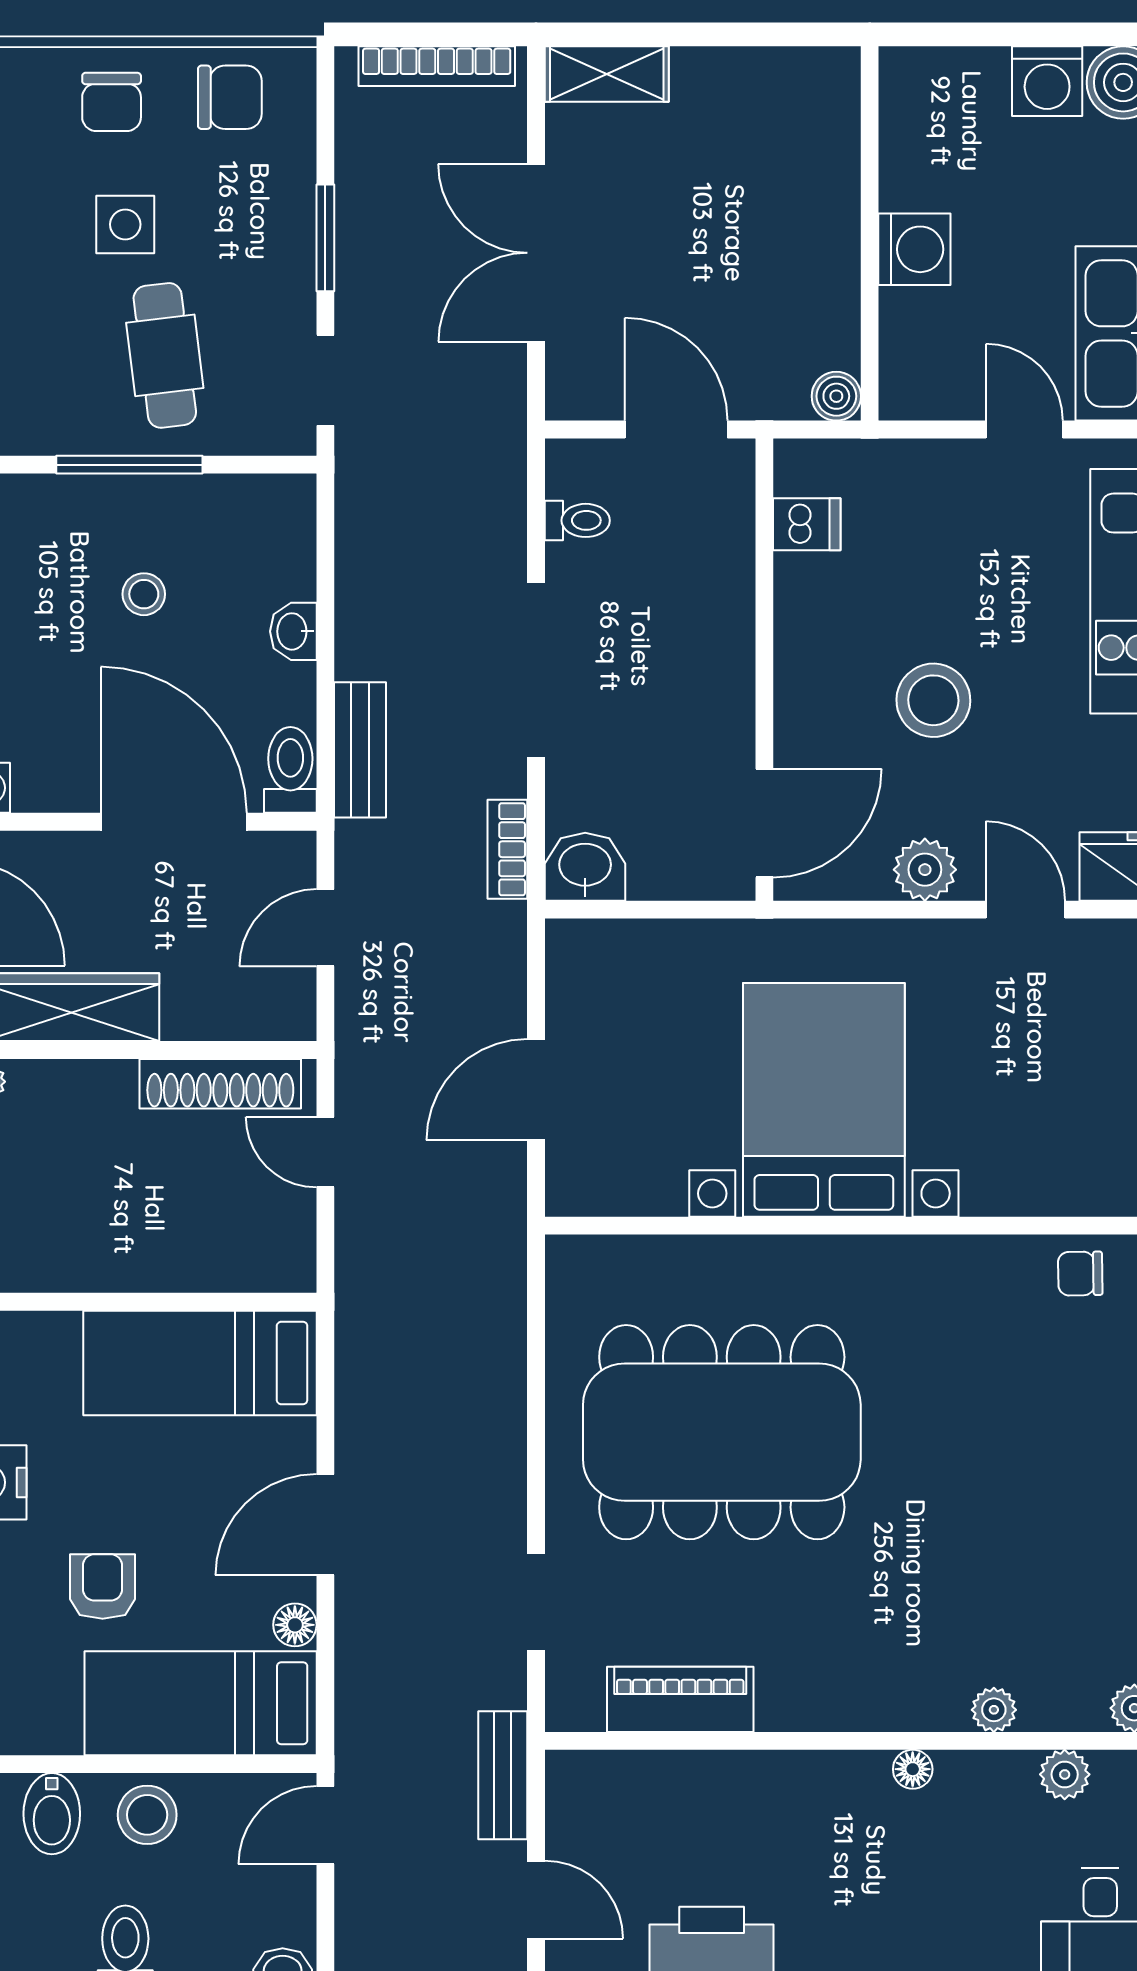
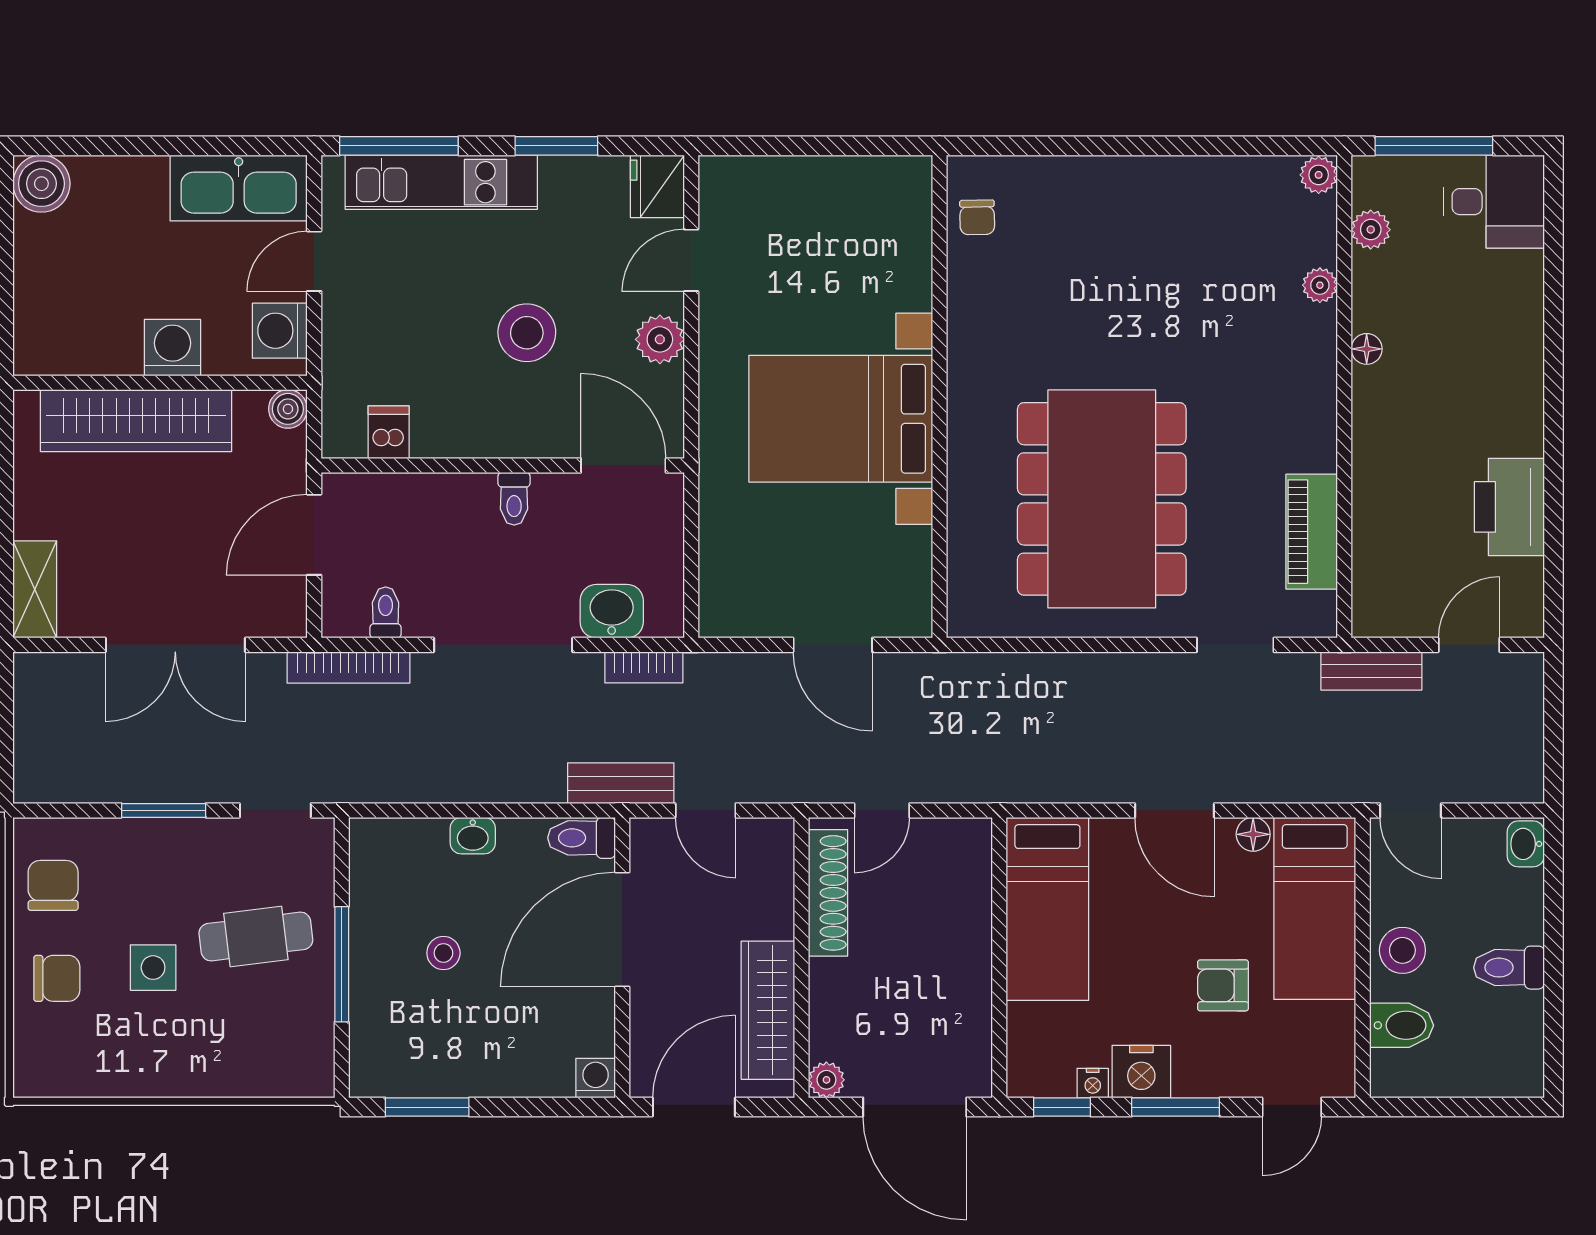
bookcase: (437, 66) -> (348, 667), moved, turned 90
washing machine: (1047, 81) -> (280, 331), moved, turned 180
wardrobe: (822, 203) -> (136, 421), added
toilet: (722, 684) -> (514, 499), added
bench: (360, 750) -> (621, 783), moved
washbasin: (585, 867) -> (612, 611), moved, turned 90

